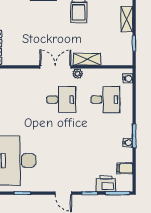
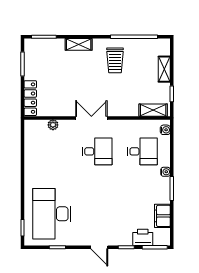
shelving: (87, 59) -> (153, 110), moved
plant: (78, 74) -> (53, 125), moved
water cooler: (128, 143) -> (166, 172), moved
filing cabinet: (125, 168) -> (162, 216), width x2.00

